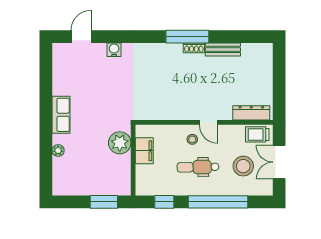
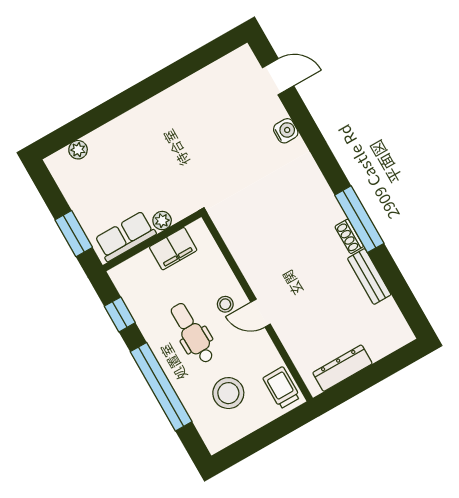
dresser: (251, 113) -> (342, 368), moved, turned -90
row of seats: (61, 115) -> (125, 236), moved, turned 180
door: (209, 122) -> (261, 313), hinge flipped
plant: (120, 143) -> (162, 221), width x0.53, depth x0.53
plant: (58, 151) -> (78, 150), moved
double door: (279, 162) -> (261, 438), removed

